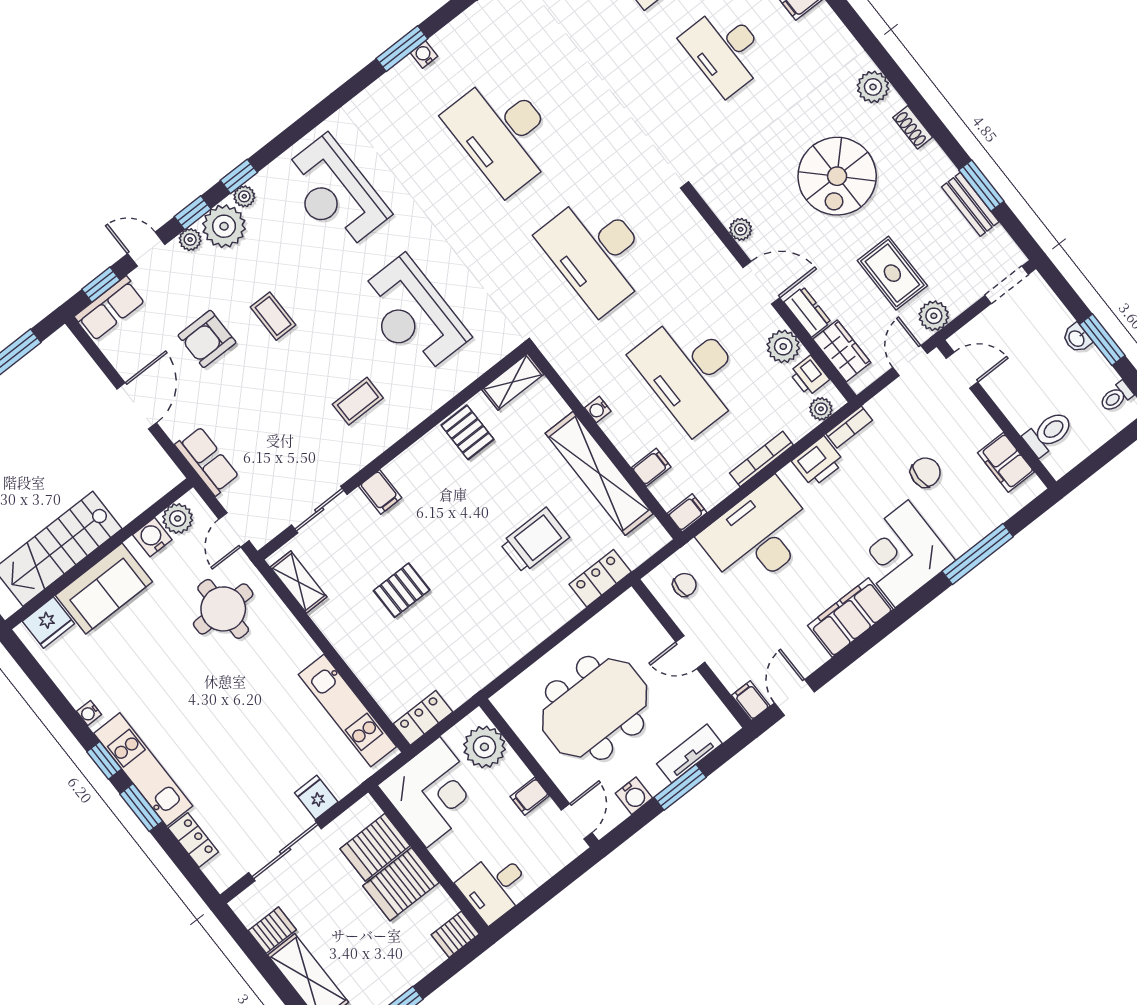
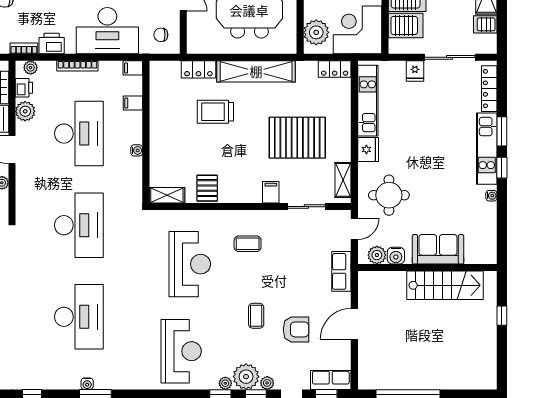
shelving: (599, 473) -> (256, 71), moved, turned 90
pallet: (402, 590) -> (297, 138), width x2.05, depth x2.00
fridge: (48, 623) -> (368, 150), moved, turned 90
locker: (193, 840) -> (489, 89), width x1.53

